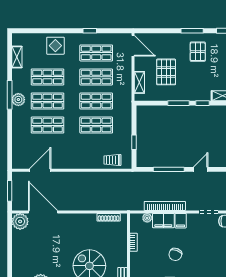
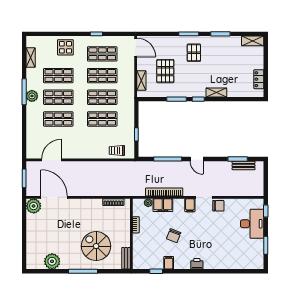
door: (201, 169) -> (197, 159), swing flipped
filing cabinet: (181, 221) -> (190, 205), moved

